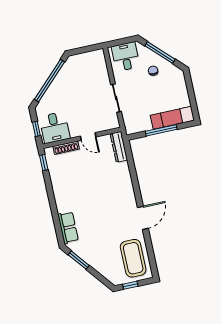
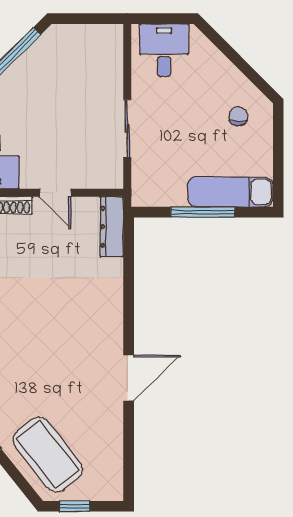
window: (160, 53) -> (234, 57), removed
chair: (153, 71) -> (238, 116), moved
coffee table: (133, 258) -> (48, 455), moved, turned -38

